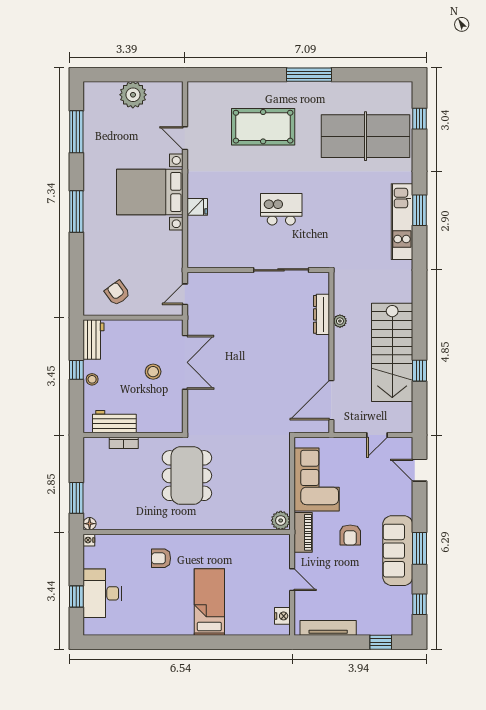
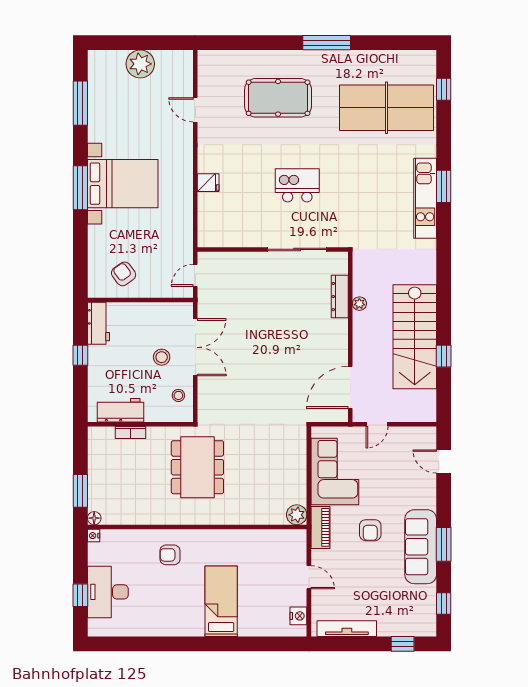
bed with nightstands: (150, 192) -> (123, 184), moved, turned 180
stool: (92, 379) -> (178, 395), moved
door: (377, 435) -> (377, 424), moved

